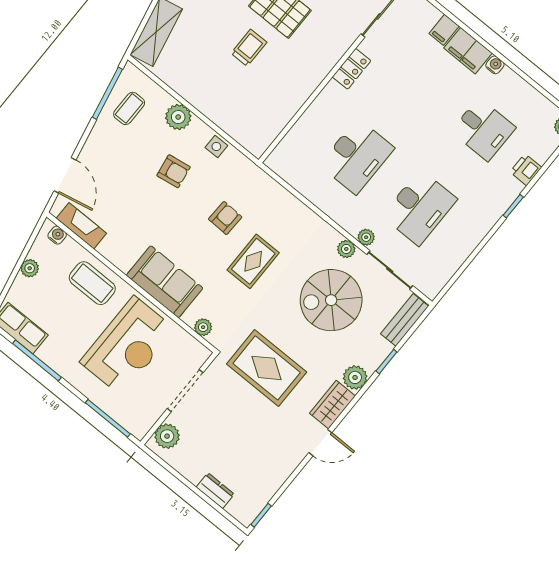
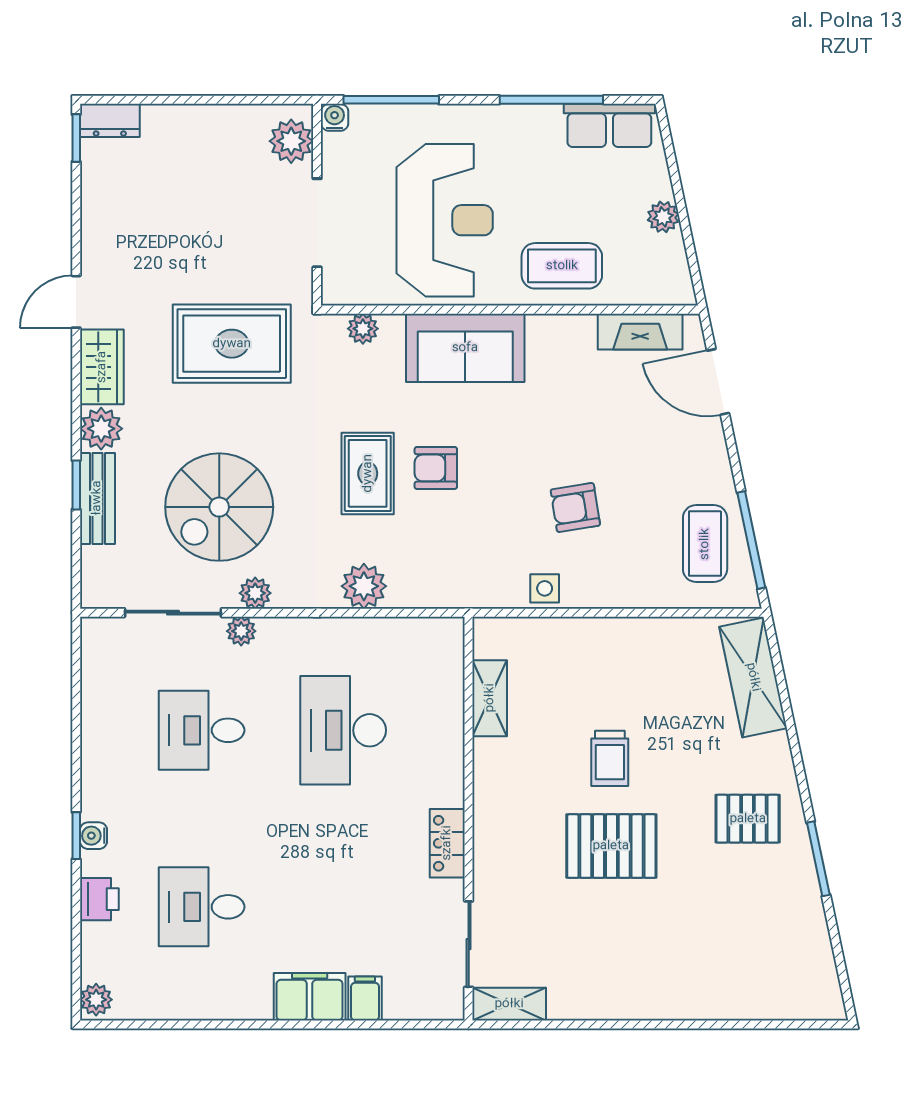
water cooler: (495, 65) -> (94, 836), moved, turned 90
coffee table: (129, 108) -> (705, 544), width x1.36, depth x1.30
plant: (178, 117) -> (364, 586), moved
shelving: (280, 118) -> (490, 698), added
desk: (420, 208) -> (202, 730), width x0.73
armchair: (225, 218) -> (436, 468), moved, turned 88
water cooler: (57, 235) -> (335, 117), moved, turned 180
spiral stairs: (331, 300) -> (219, 507), turned 180
bench: (405, 320) -> (97, 498), moved
reception desk: (128, 346) -> (445, 220), turned 180
dresser: (215, 491) -> (110, 120), moved

